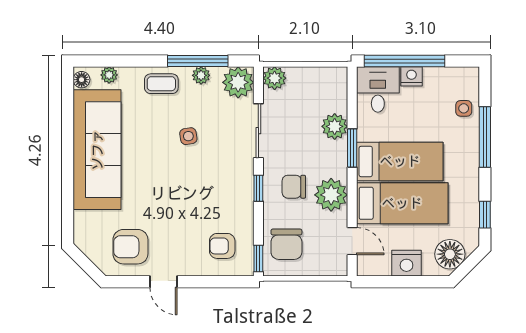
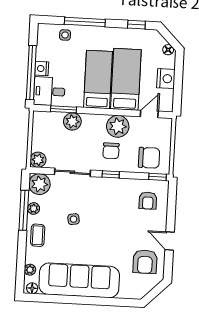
window: (352, 148) -> (64, 109), moved
floor lamp: (450, 254) -> (168, 50), width x0.53, depth x0.53
door: (163, 282) -> (170, 241), swing flipped

